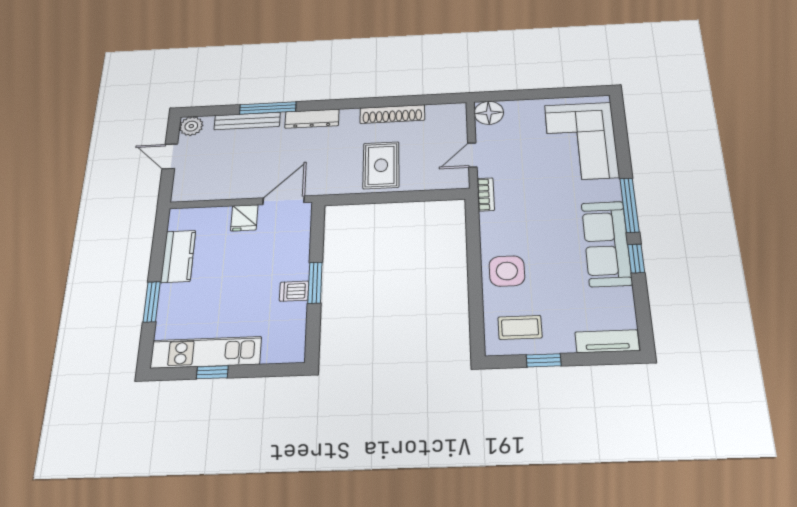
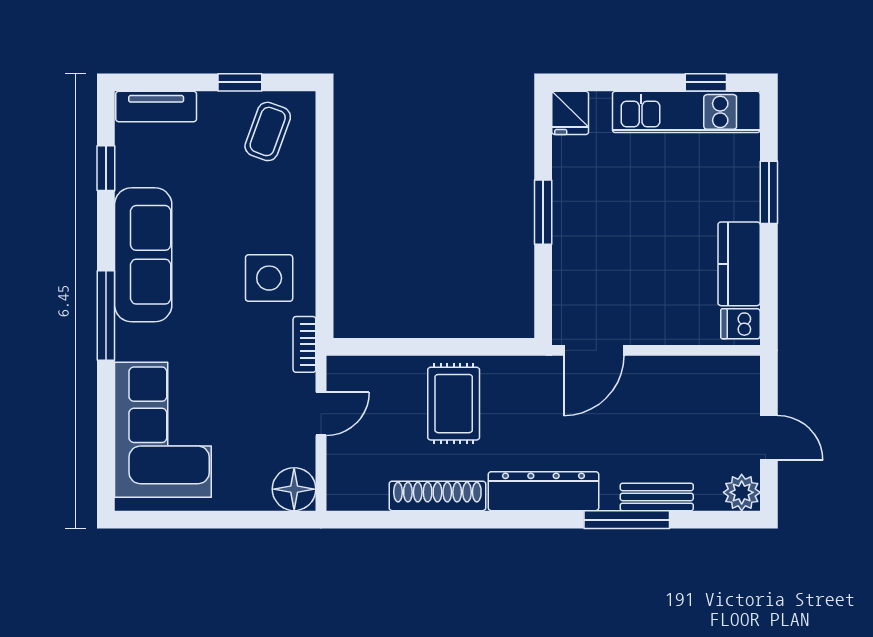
dresser: (312, 119) -> (543, 491), width x1.37, depth x1.24
bench: (247, 121) -> (657, 497), width x0.73
fridge: (244, 218) -> (570, 113), moved, turned 180
window: (636, 259) -> (106, 168), moved
side table: (507, 271) -> (269, 278), moved
dishwasher: (294, 291) -> (740, 324), moved, turned 180
coffee table: (520, 327) -> (268, 131), turned -70
window: (212, 372) -> (706, 82), moved

